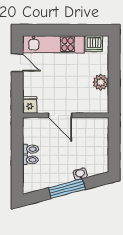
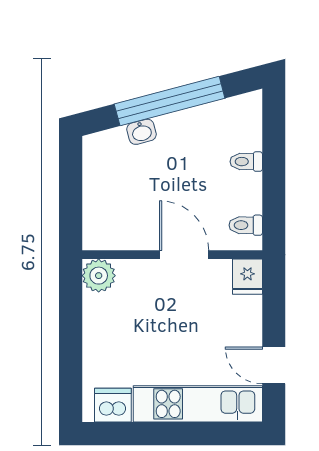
plant: (101, 82) -> (99, 276), moved
toilet: (31, 149) -> (246, 225), moved
window: (67, 189) -> (170, 101), width x1.46

